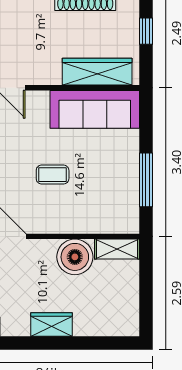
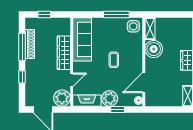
wardrobe: (97, 72) -> (64, 53), moved
side table: (122, 215) -> (133, 26), added

